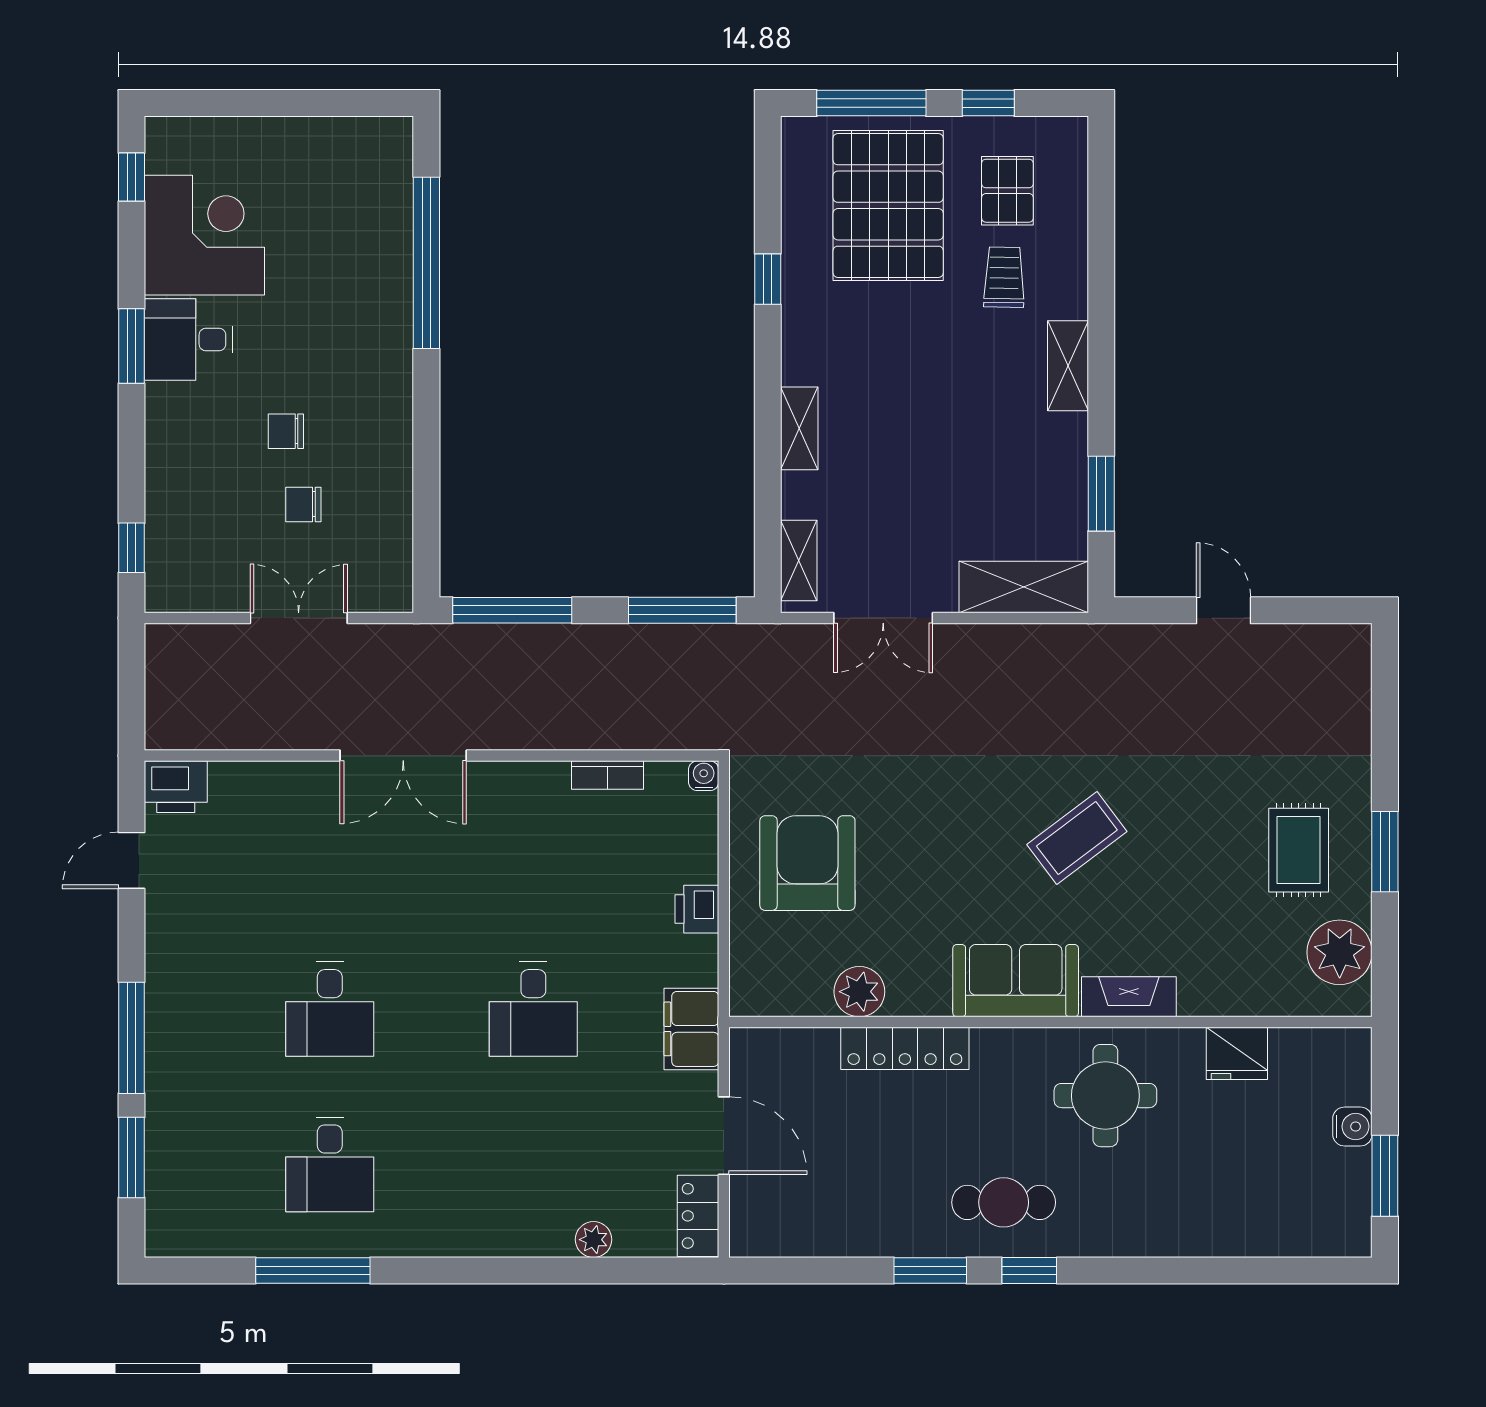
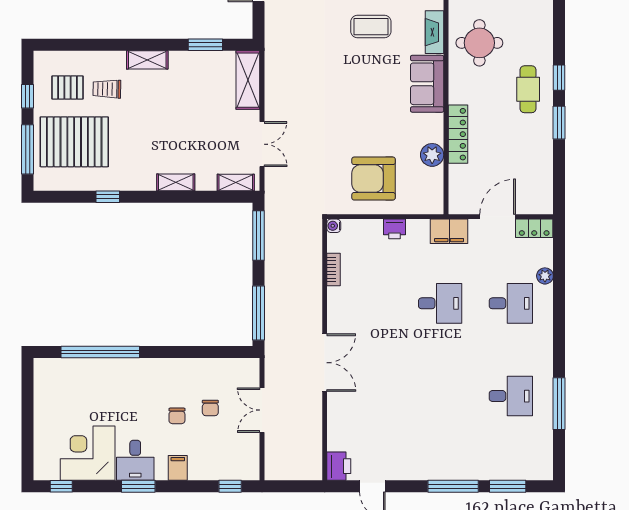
filing cabinet: (172, 433) -> (178, 468), added
coffee table: (1077, 838) -> (371, 27), moved, turned -53
desk: (330, 1009) -> (511, 303), moved

